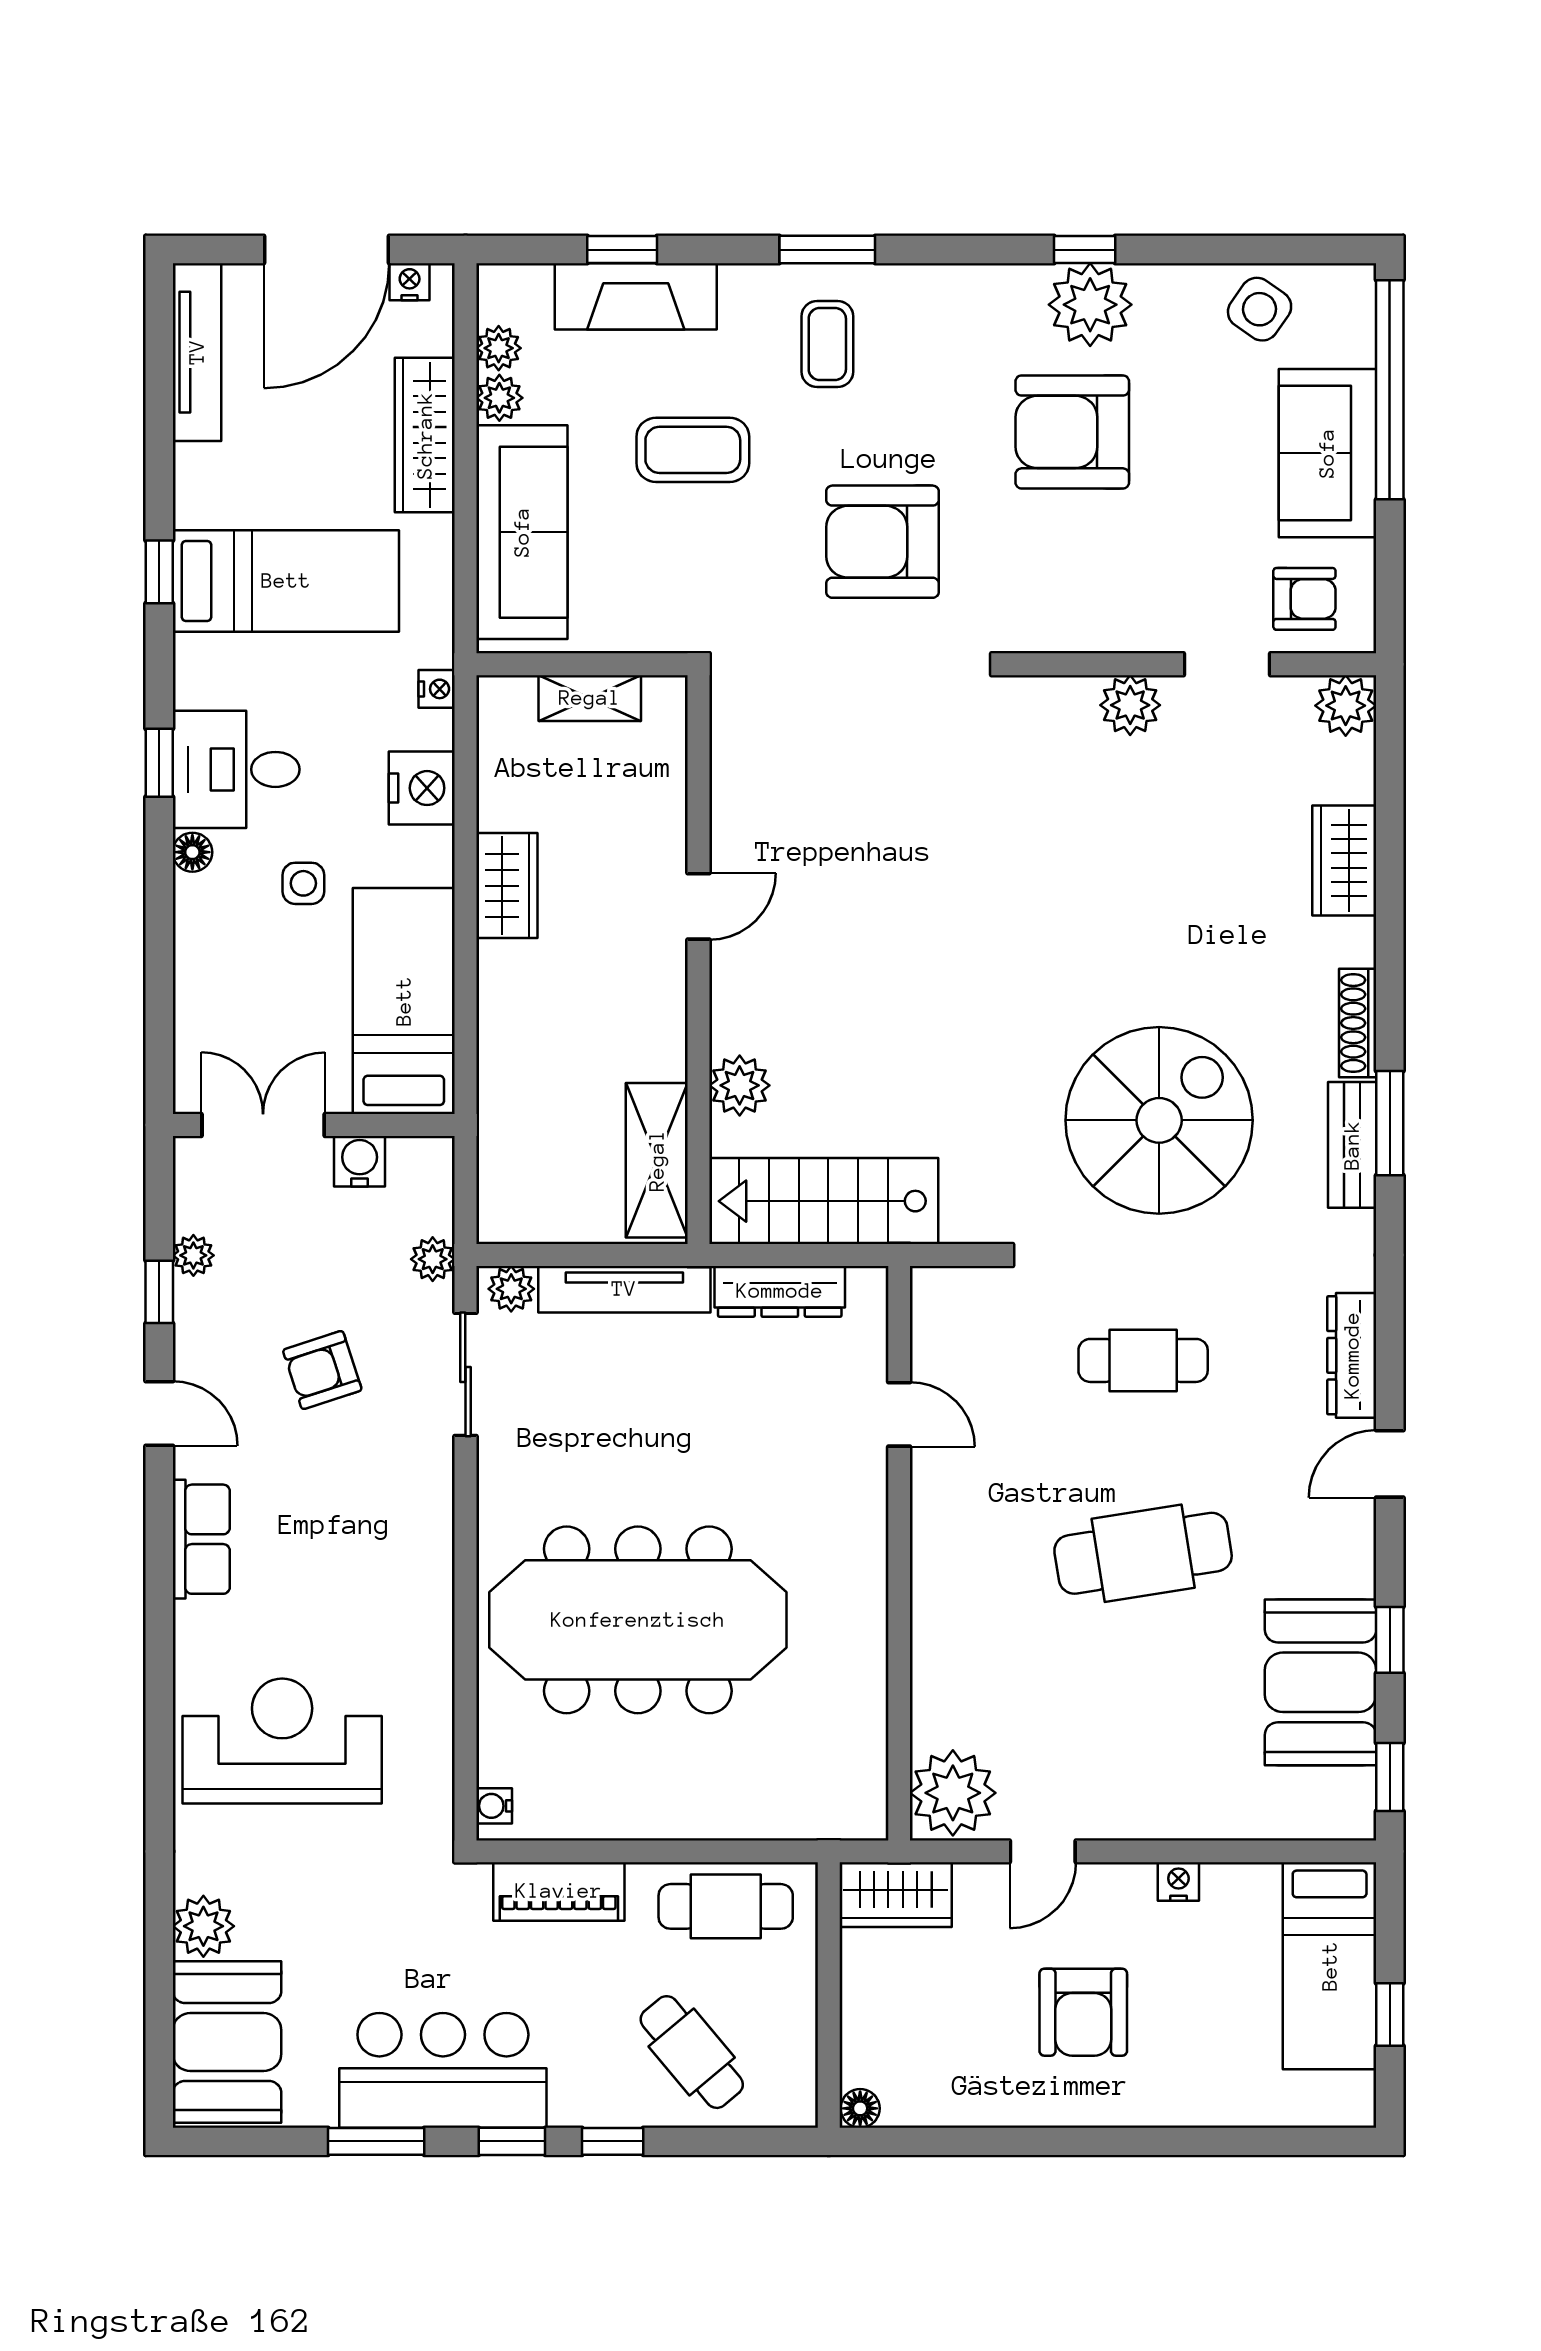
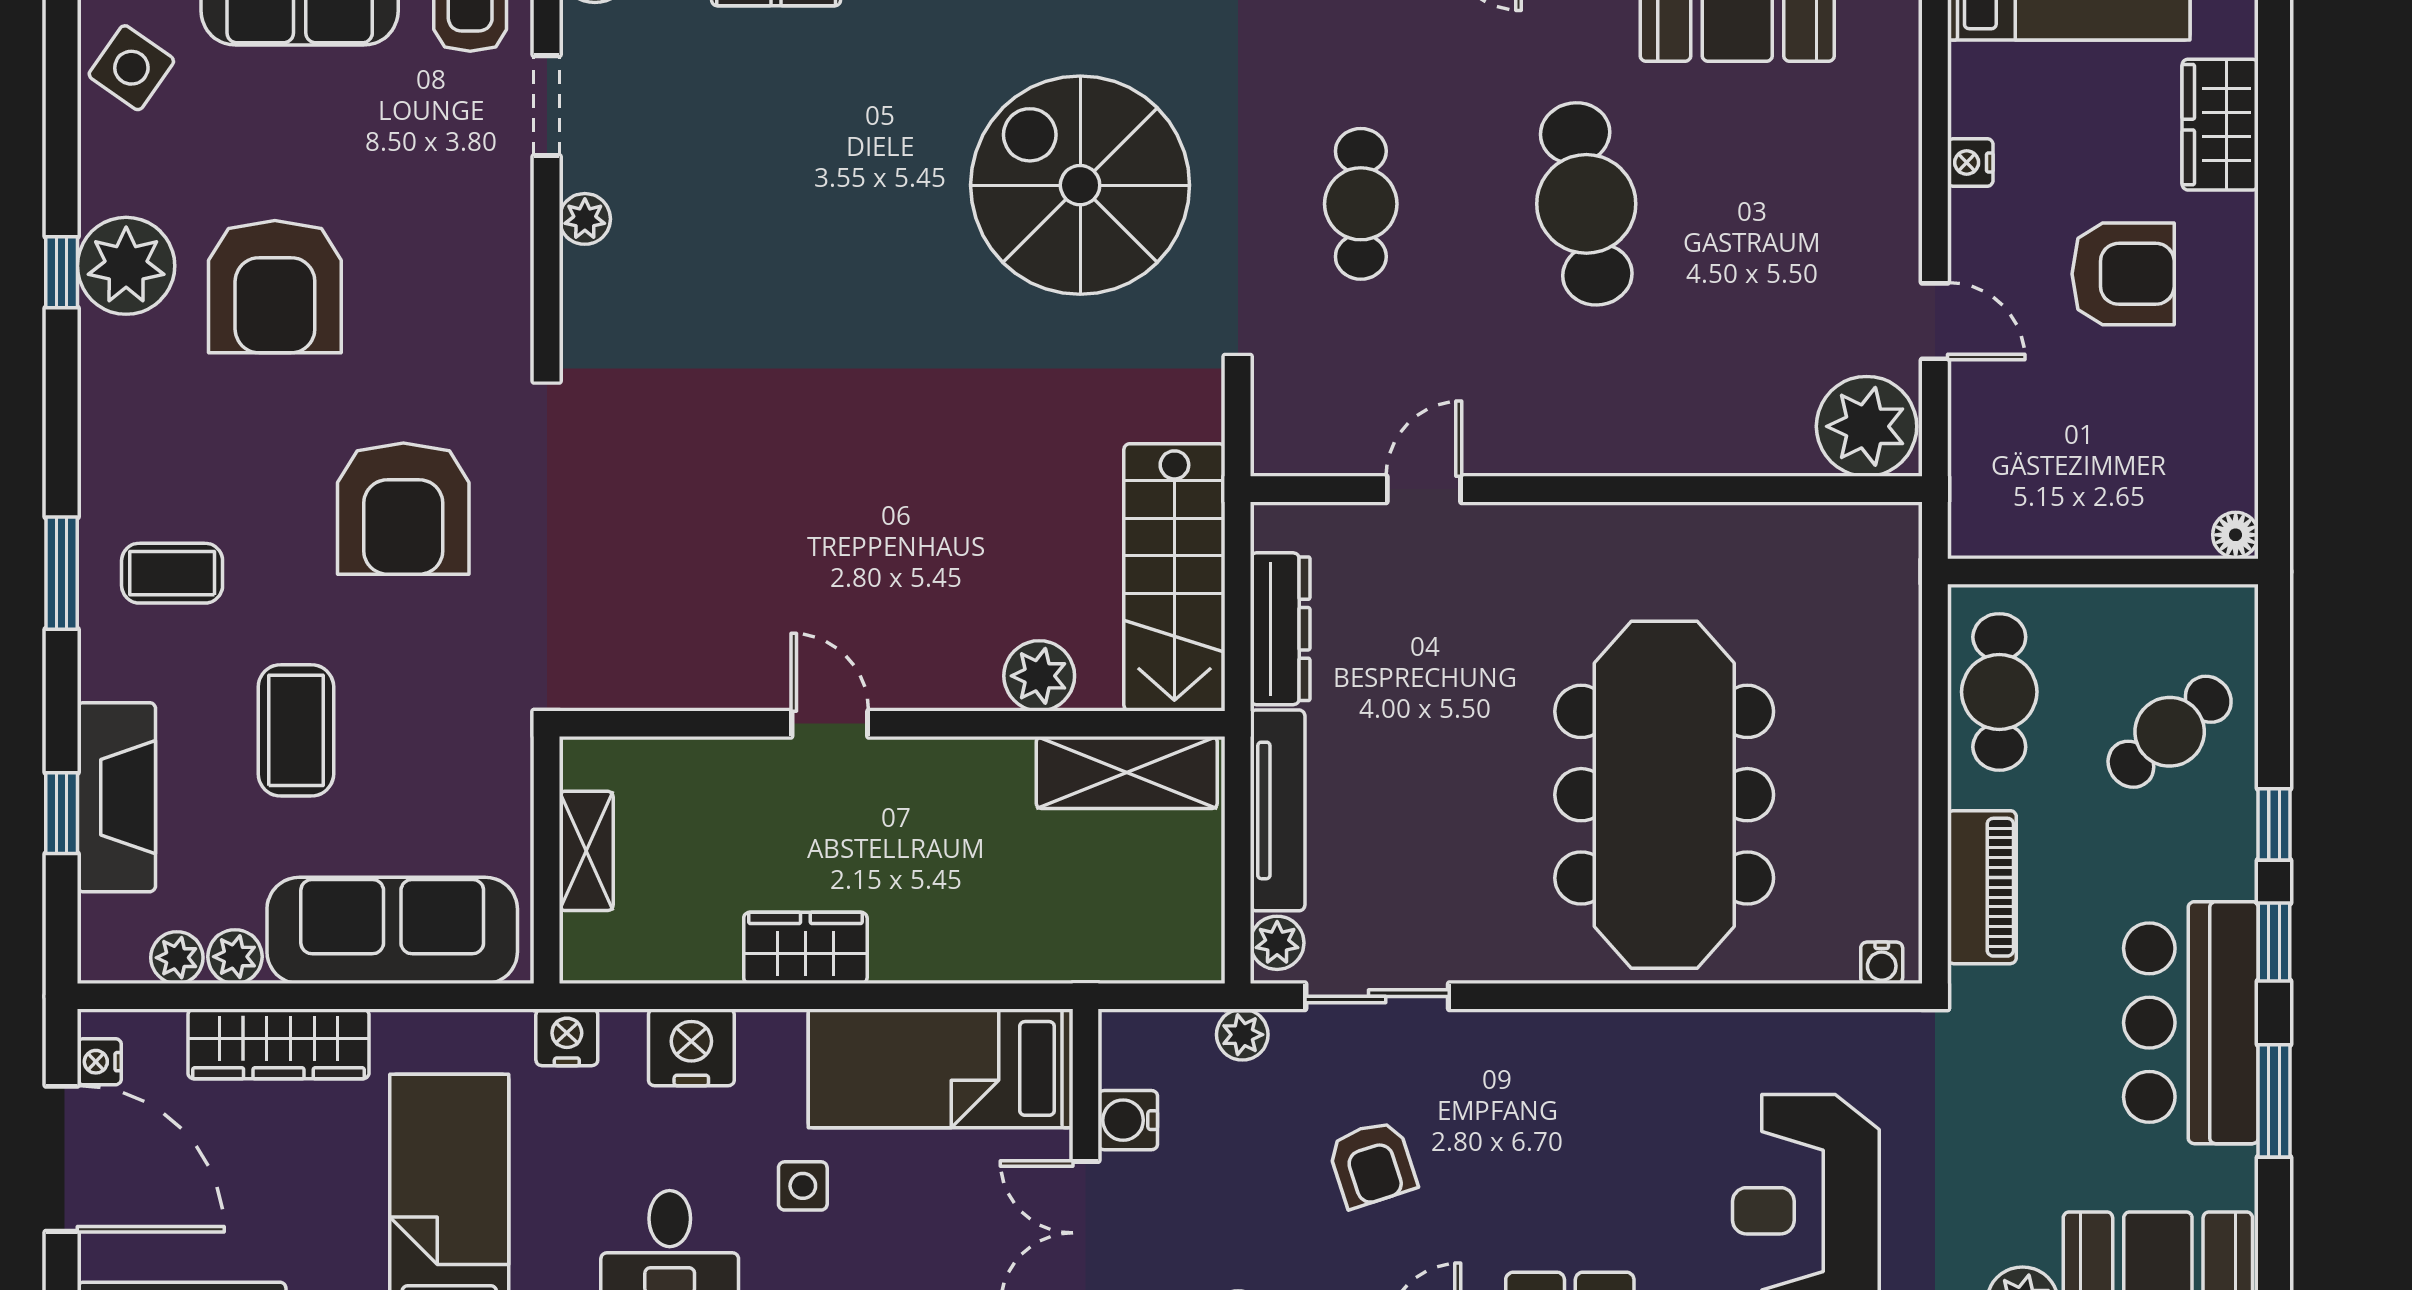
nightstand: (437, 689) -> (567, 1037), width x1.39, depth x1.35
plant: (1130, 705) -> (585, 219), width x0.73, depth x0.73
wardrobe: (896, 1895) -> (2220, 125), moved, turned 180

